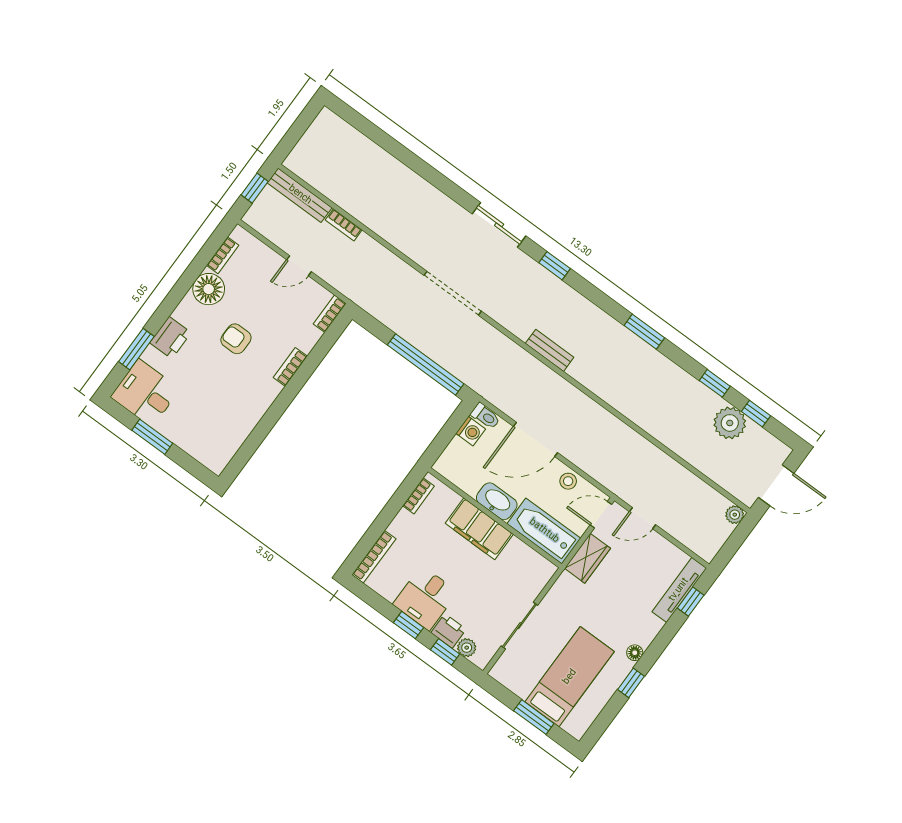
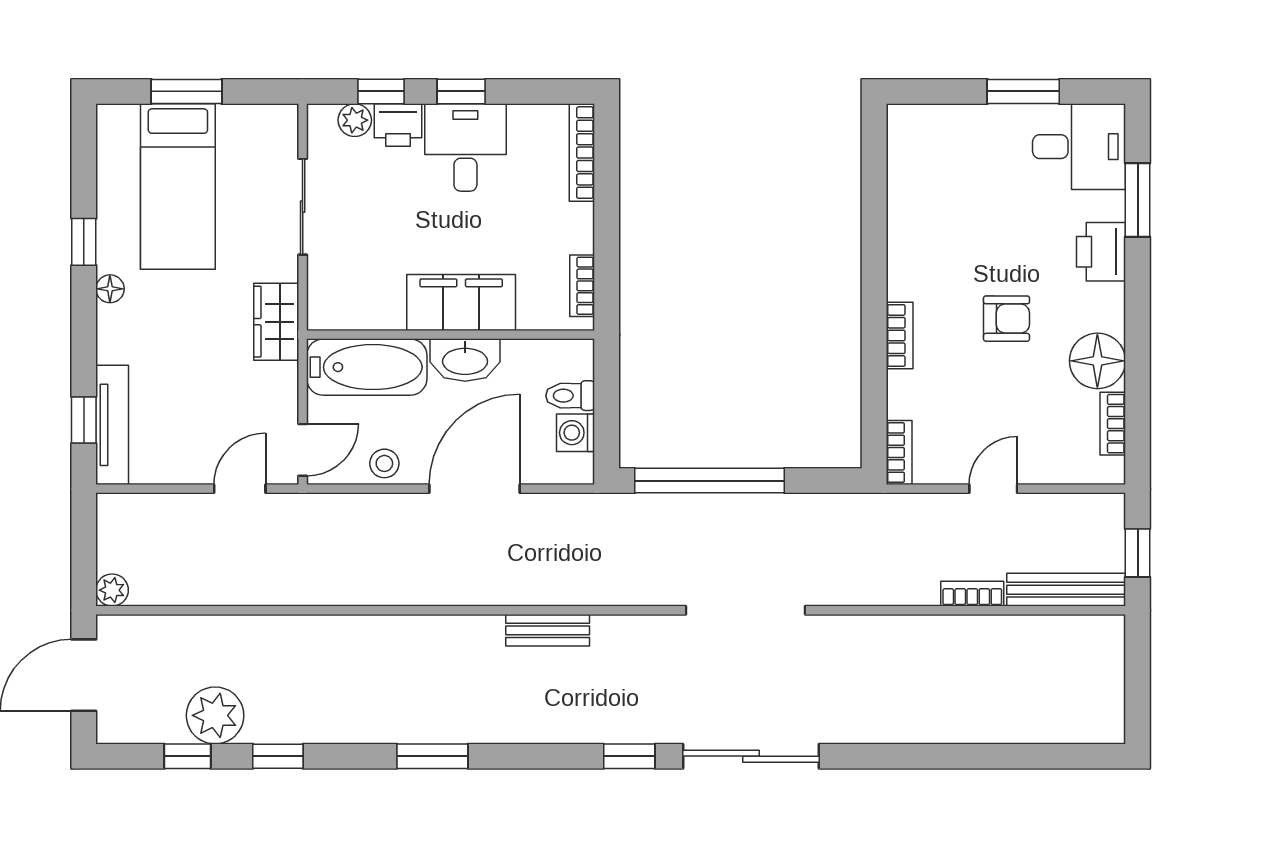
sliding door: (499, 225) -> (751, 756), width x1.37
toilet: (486, 416) -> (570, 396), moved
wardrobe: (587, 558) -> (276, 322), moved

